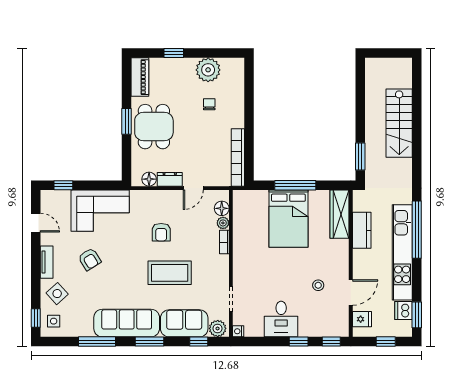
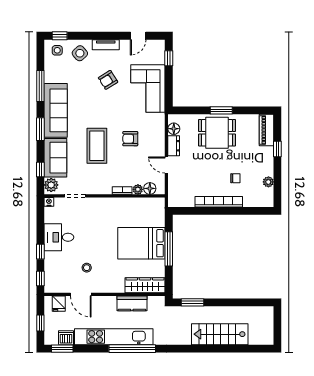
plant: (208, 70) -> (268, 182), width x0.53, depth x0.53
piano: (140, 77) -> (266, 130), moved, turned 90
bookcase: (238, 157) -> (219, 202), moved

